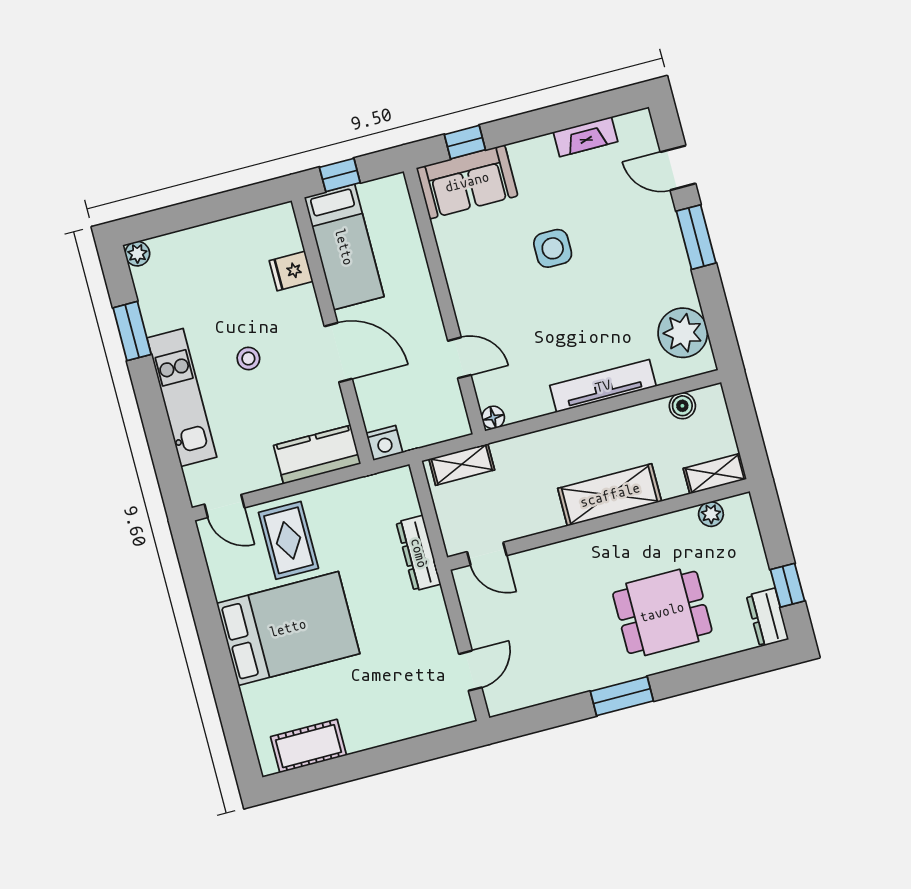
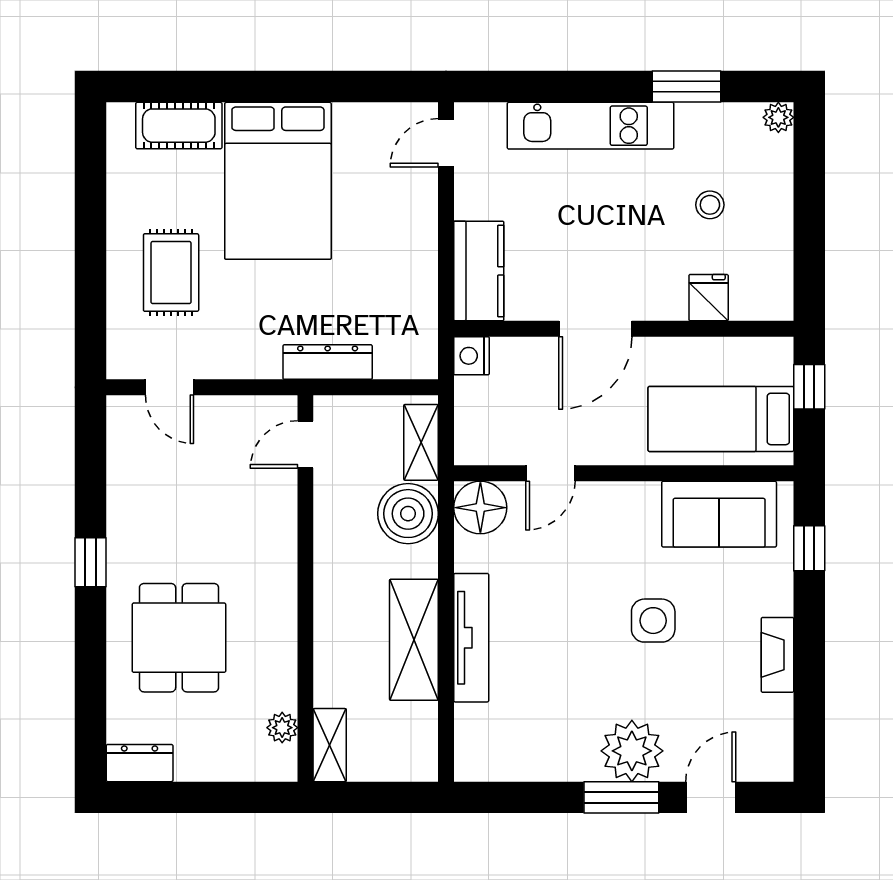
fireplace: (585, 137) -> (777, 655), moved
sofa: (467, 182) -> (719, 514), moved, turned -90
bed: (344, 247) -> (721, 419), moved
plant: (683, 333) -> (632, 751), moved
stool: (248, 358) -> (710, 205), moved
boiler: (682, 406) -> (408, 514), moved, width x1.86, depth x1.86
floor lamp: (493, 417) -> (480, 508), width x1.89, depth x1.89
shelving: (610, 495) -> (414, 640), moved
rug: (288, 540) -> (171, 273), moved, turned 90
window: (788, 585) -> (172, 797), removed
window: (622, 696) -> (91, 562), width x0.67
cot: (309, 746) -> (179, 126), moved, turned 90

